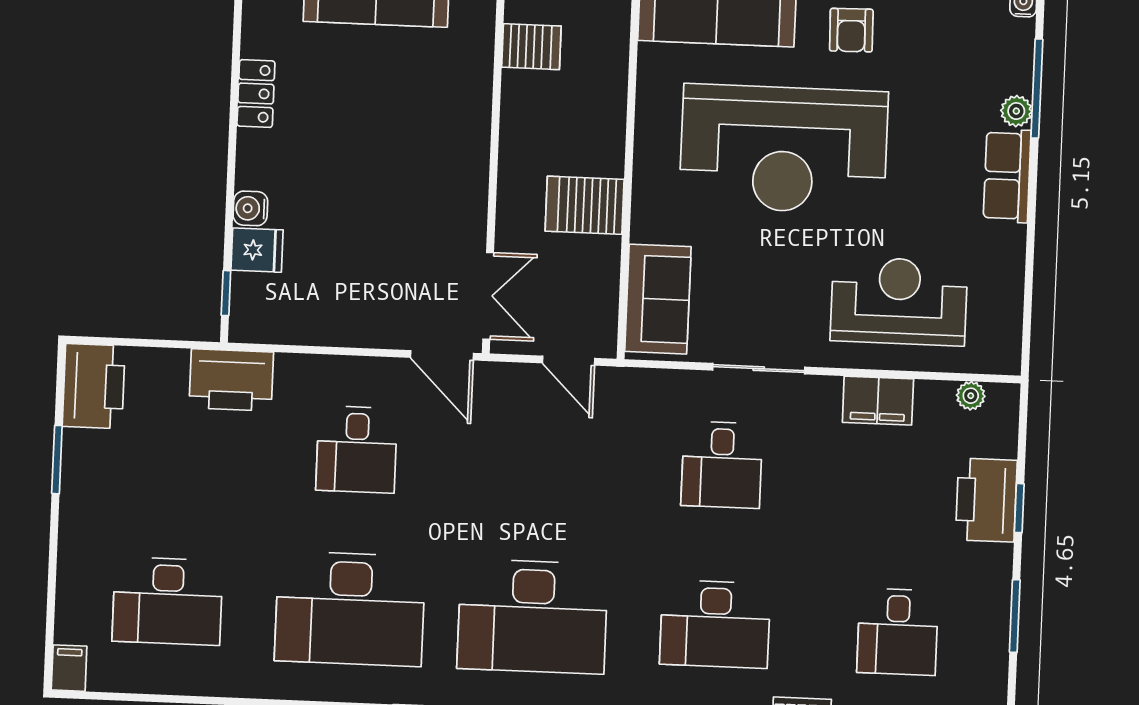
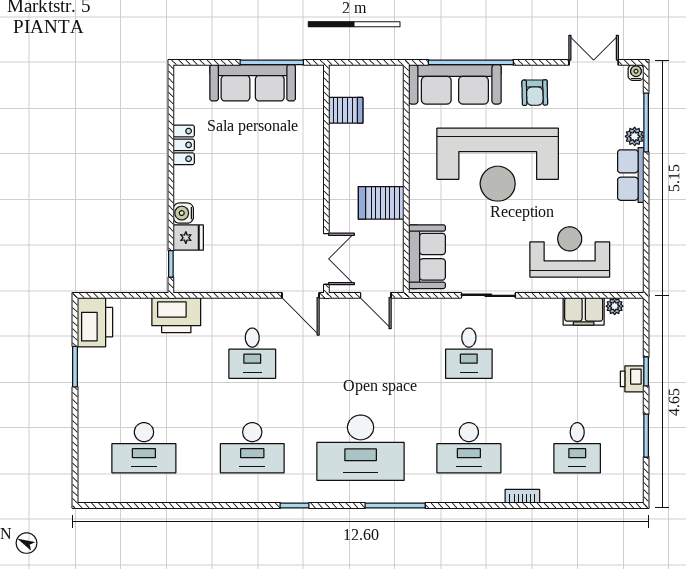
filing cabinet: (878, 401) -> (584, 311), moved
printer: (986, 500) -> (632, 379), width x0.53, depth x0.68
desk: (350, 609) -> (252, 448), width x0.73, depth x0.77
filing cabinet: (69, 668) -> (87, 490), removed

